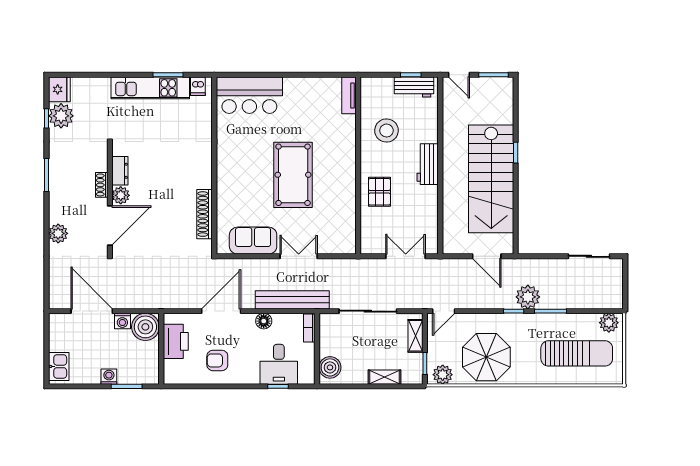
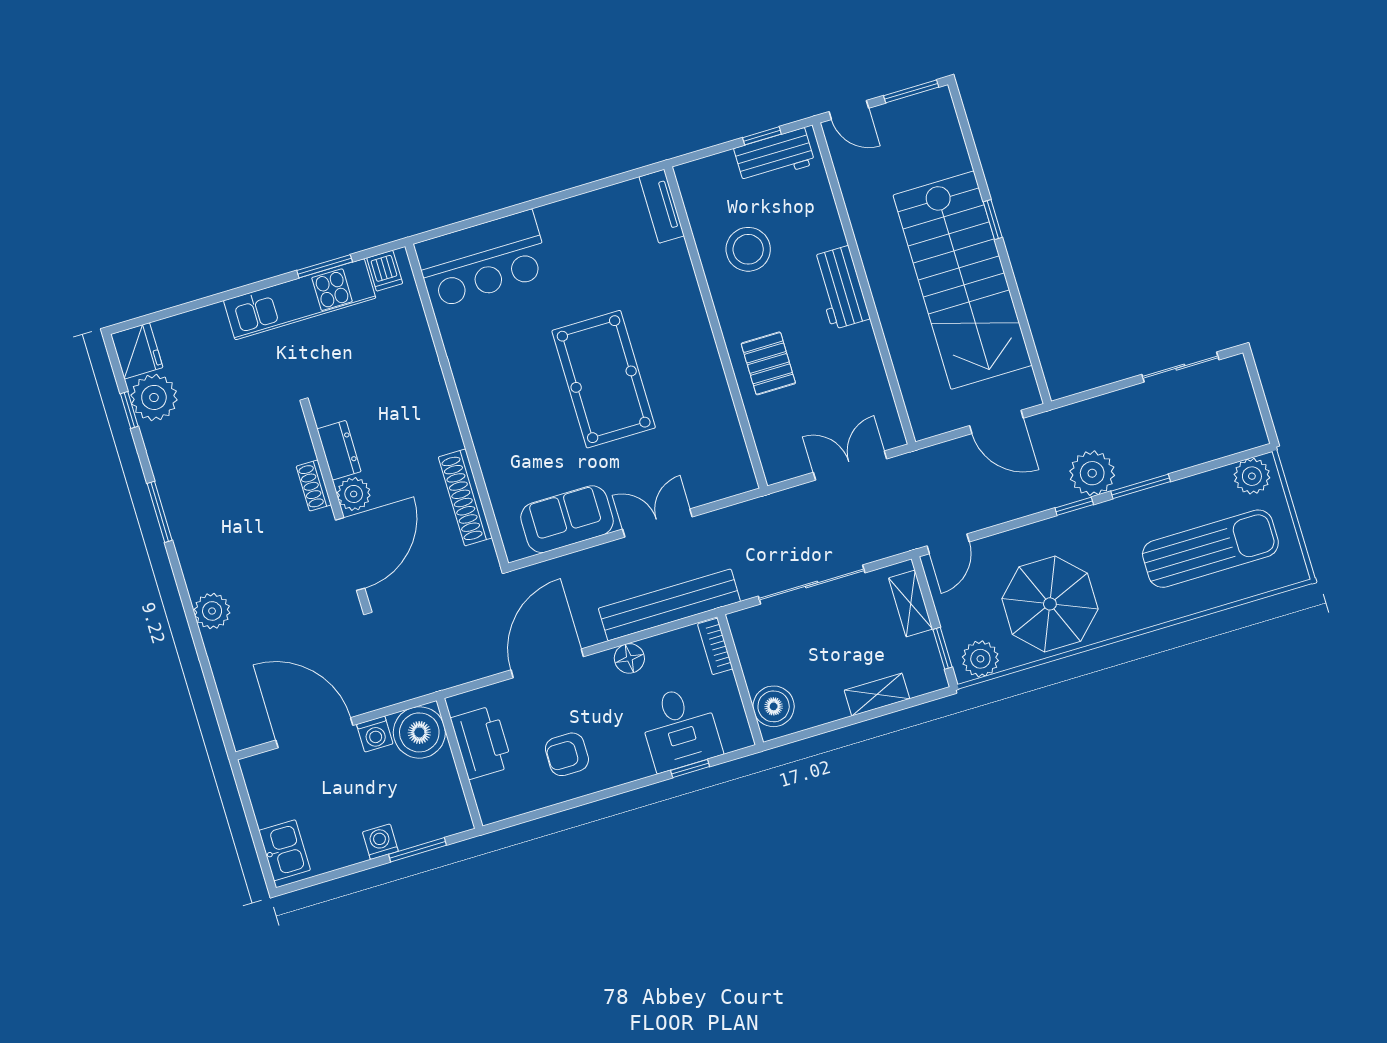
dresser: (120, 171) -> (339, 450), moved
shoe rack: (102, 185) -> (314, 485), moved
plant: (121, 195) -> (354, 494), moved
wall: (110, 199) -> (336, 506), moved
door: (110, 225) -> (350, 554), moved

